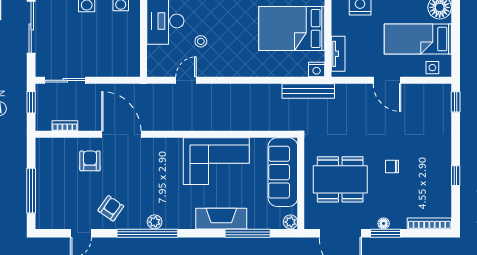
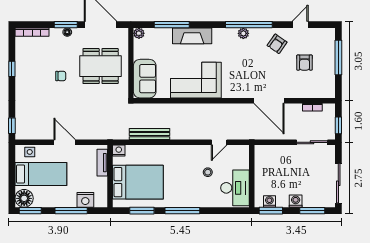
bench: (308, 91) -> (149, 134), moved
armchair: (90, 161) -> (304, 63), moved
sofa: (283, 172) -> (145, 79), width x0.73

